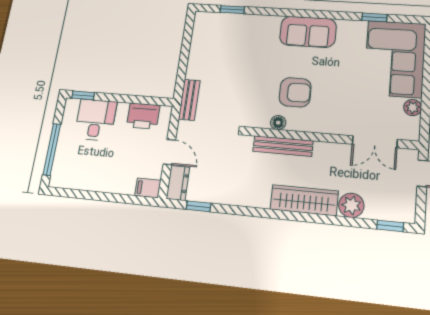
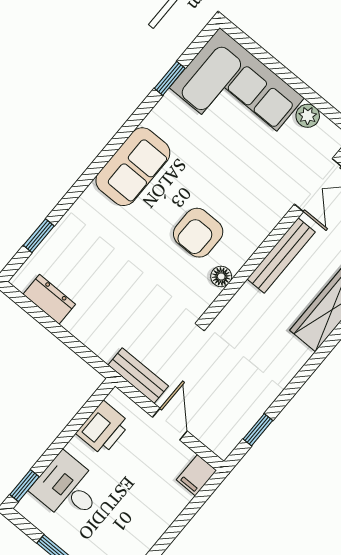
armchair: (295, 92) -> (198, 233), turned 180
bench: (189, 100) -> (138, 376), moved
bench: (283, 146) -> (281, 256), moved
door: (169, 152) -> (170, 424), hinge flipped
dresser: (178, 183) -> (49, 299), moved

